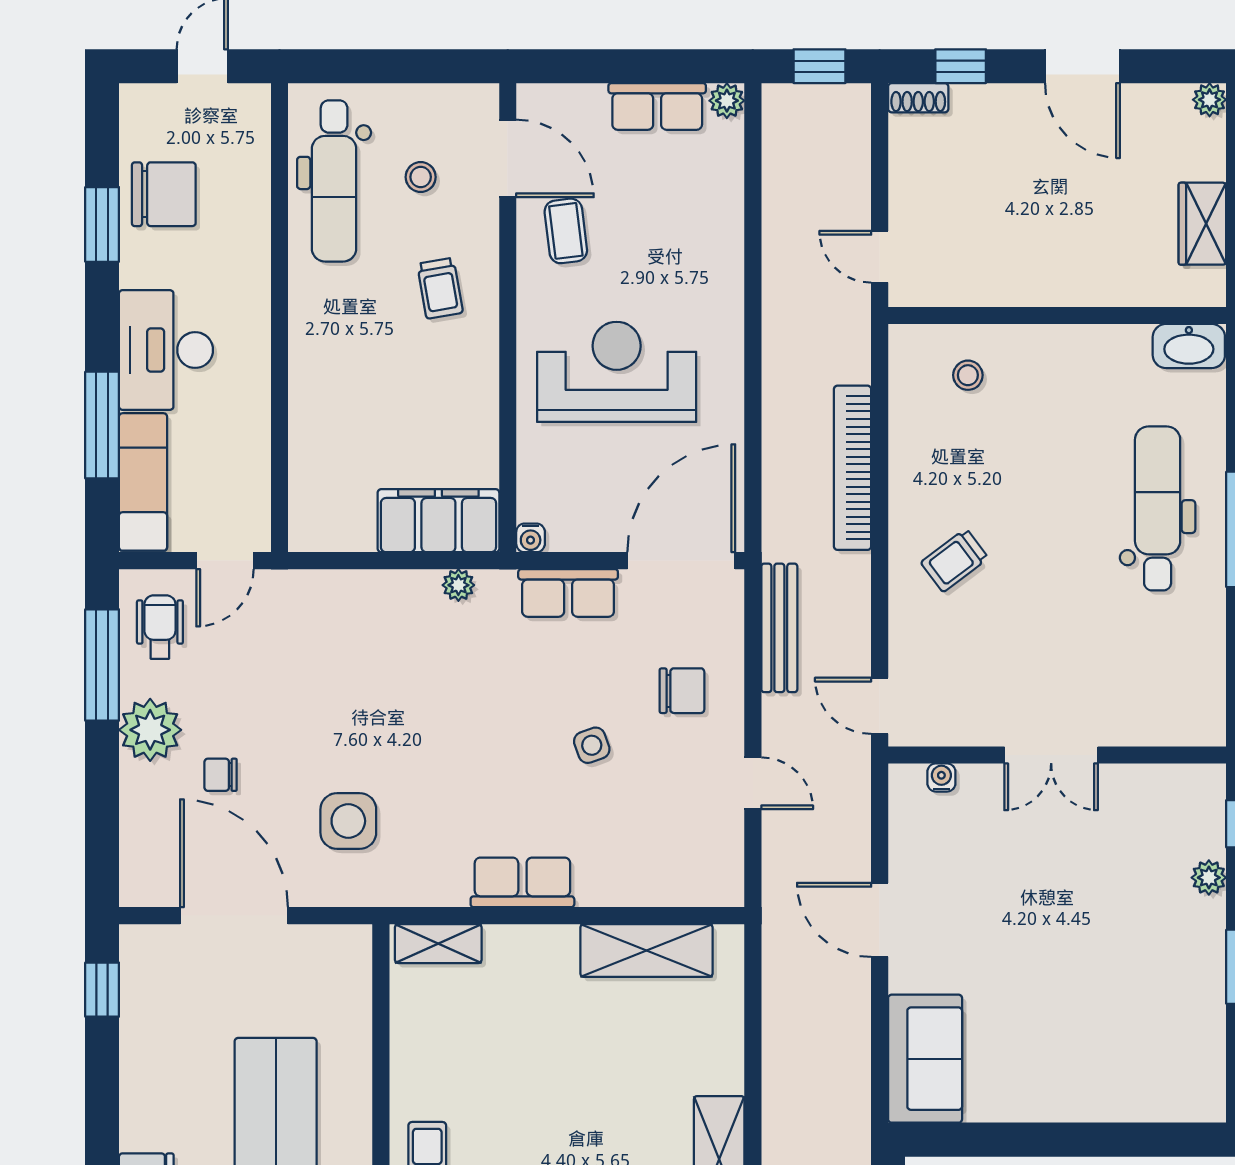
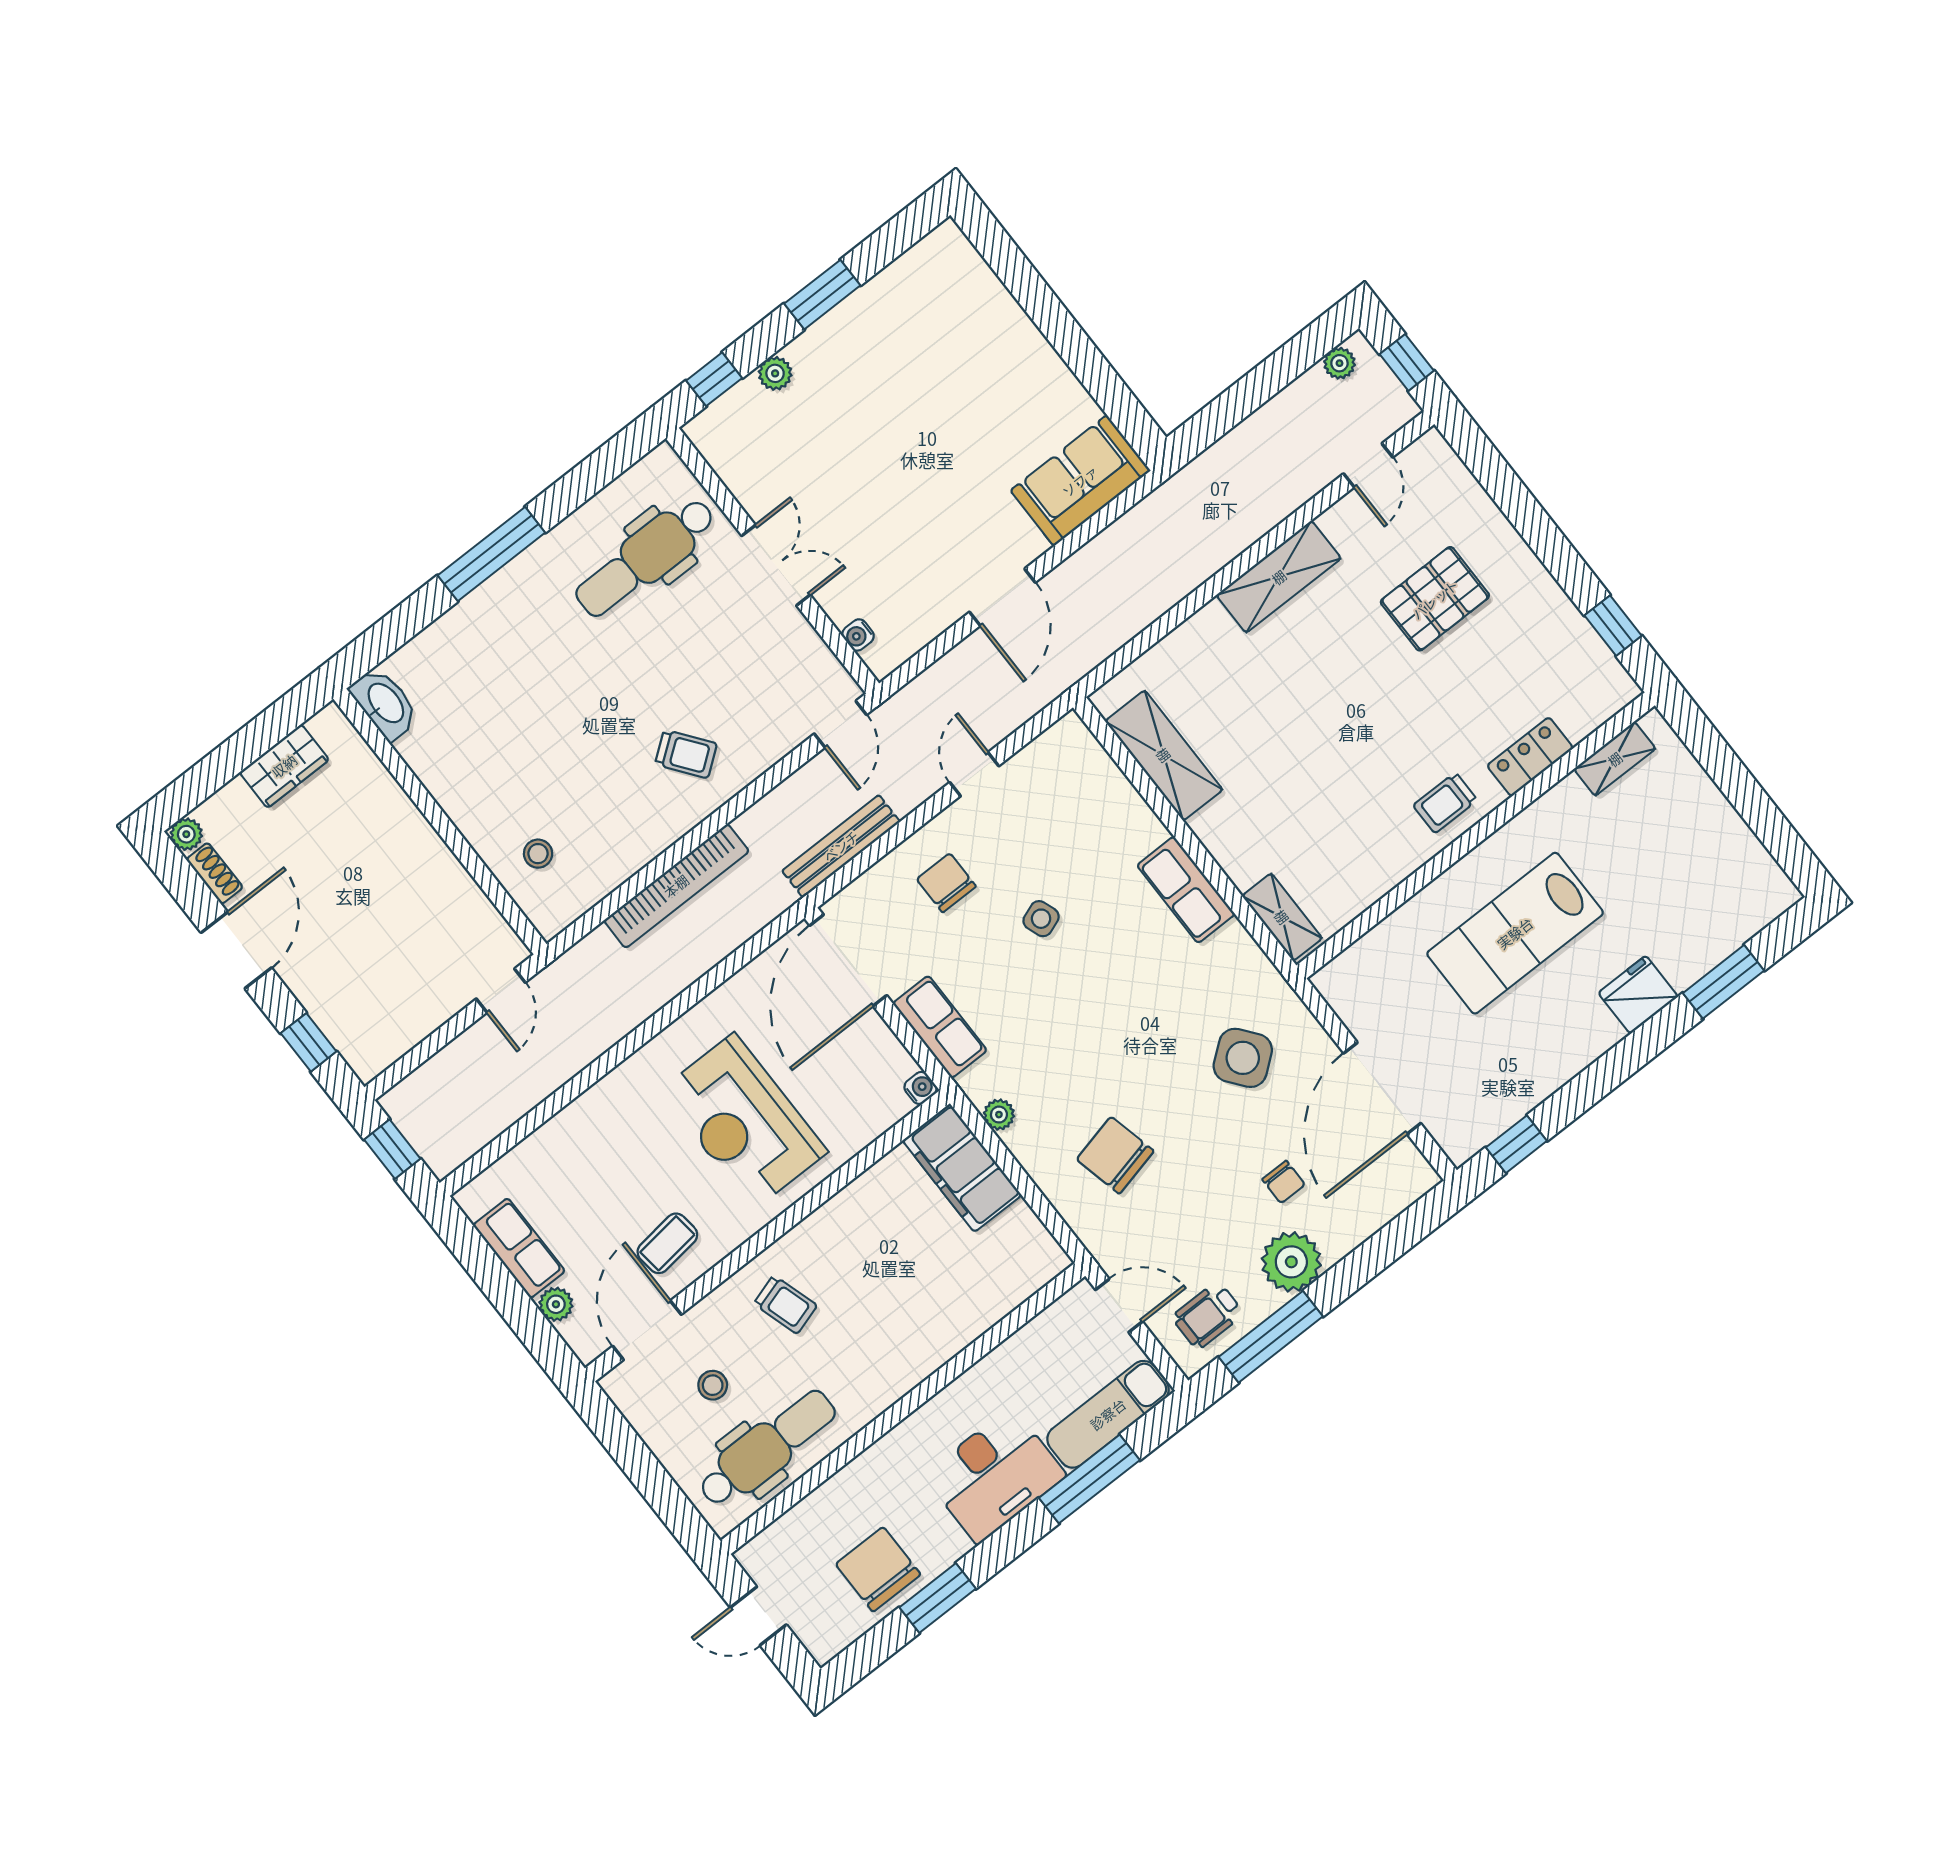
shoe rack: (918, 98) -> (215, 873), moved
plant: (727, 101) -> (556, 1304), moved
trolley: (440, 288) -> (785, 1305), turned 83
dental chair: (1158, 508) -> (645, 557), moved
door: (681, 561) -> (848, 960), hinge flipped
chair: (351, 654) -> (1115, 1155), added
side table: (348, 821) -> (1243, 1058), turned -38

